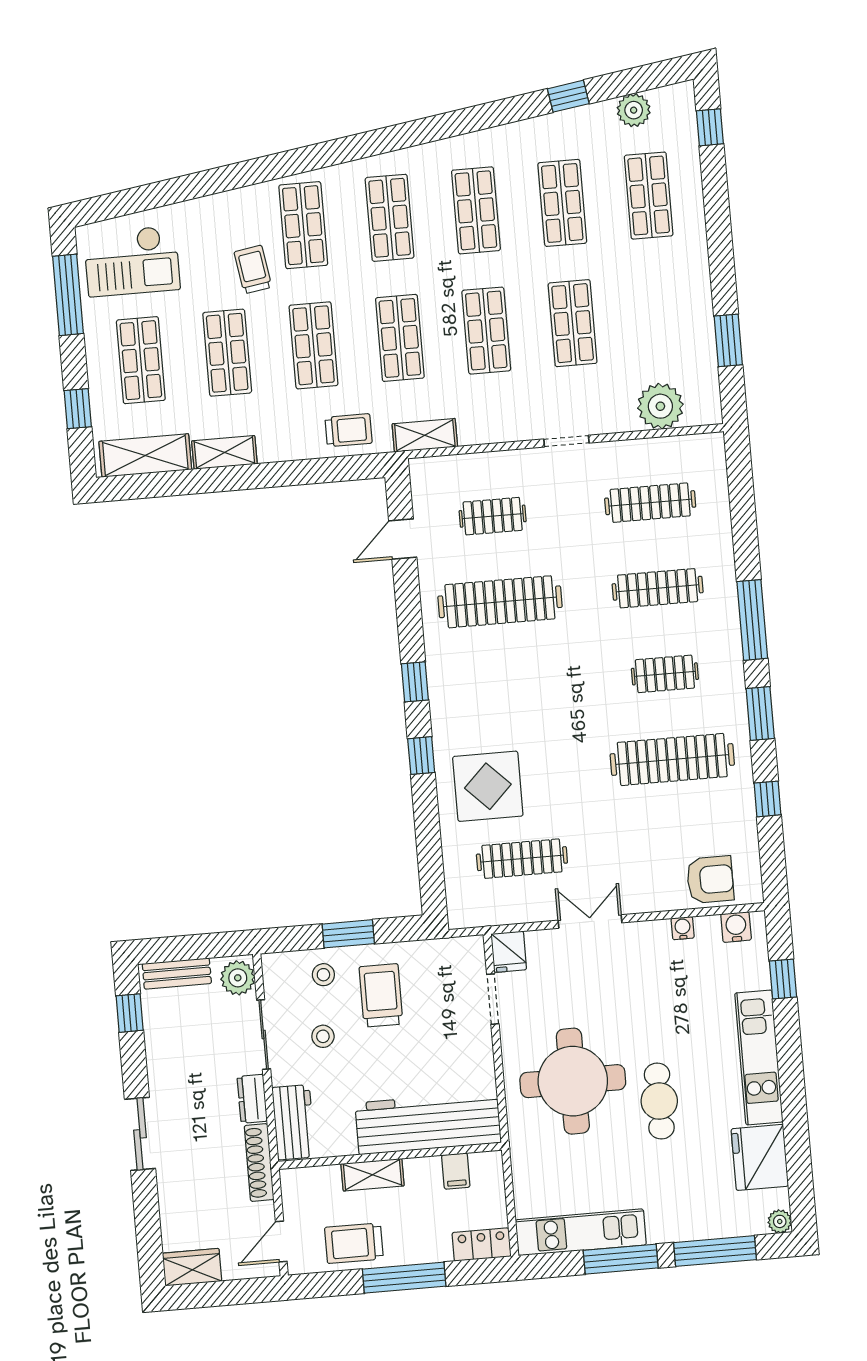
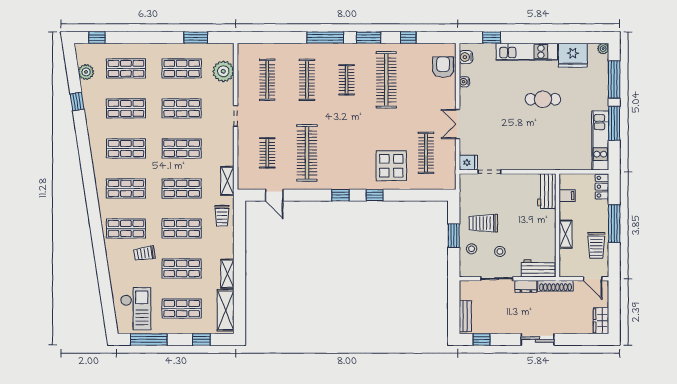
shop shelf: (659, 316) -> (182, 68), added
trolley: (349, 430) -> (222, 216), turned 180
plant: (238, 978) -> (470, 288), removed
round table: (573, 1081) -> (530, 138), removed
workbench: (428, 1123) -> (547, 191), width x0.53, depth x0.76

